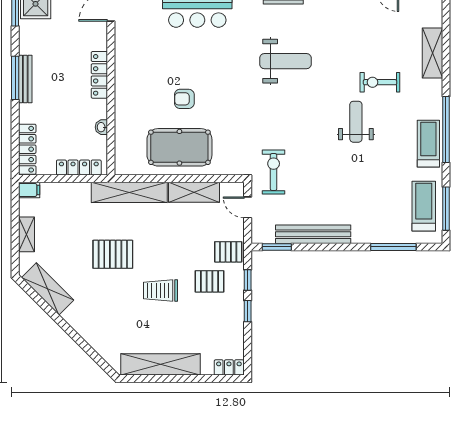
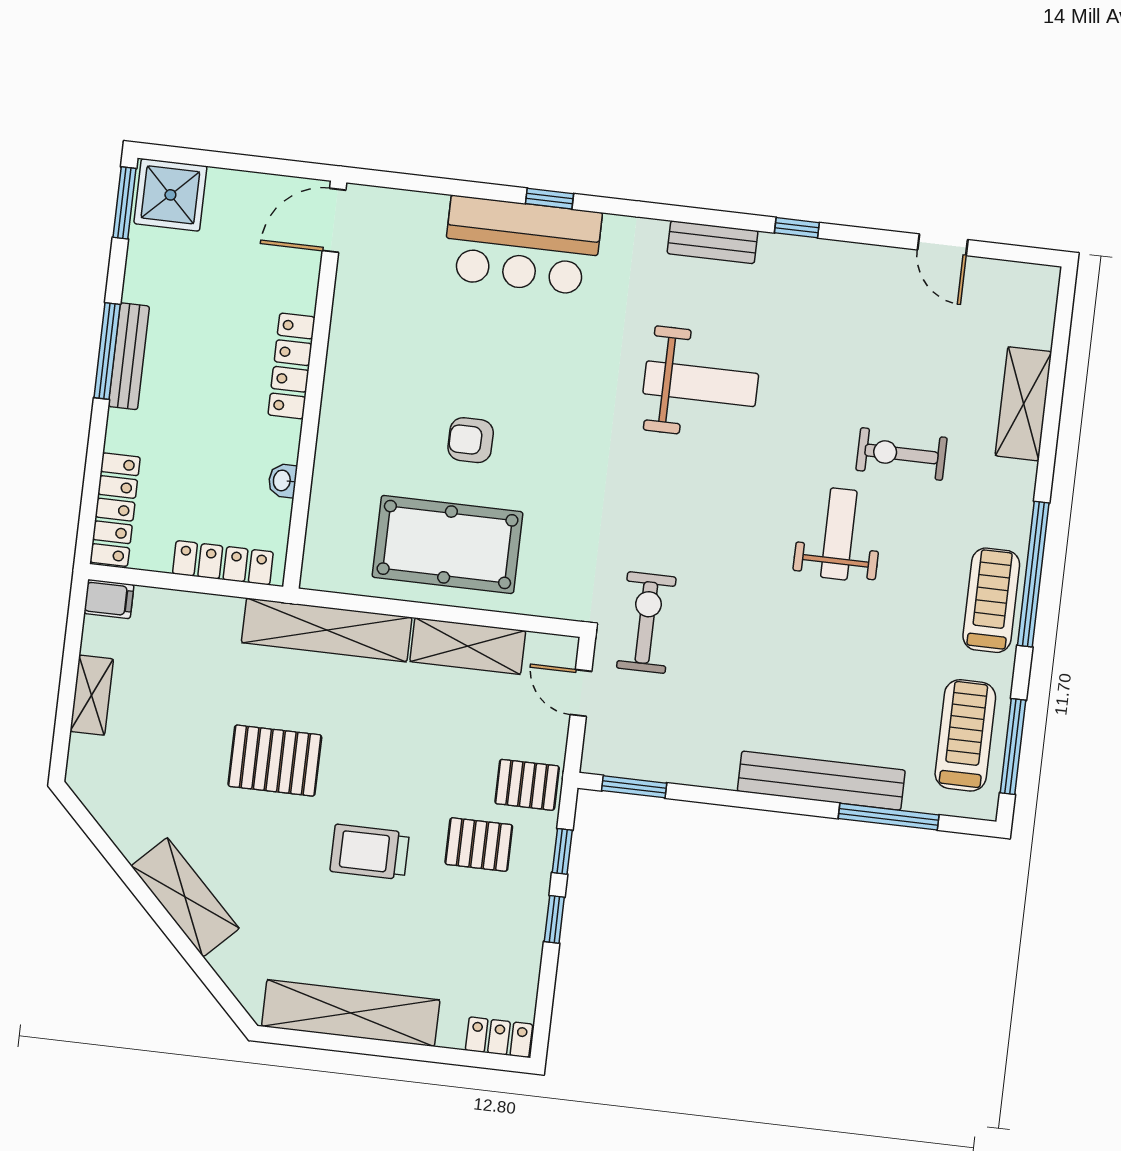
bench: (313, 234) -> (821, 781), moved
shelving: (48, 289) -> (185, 897), moved

